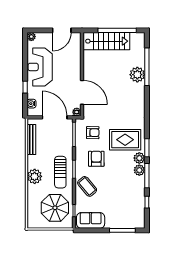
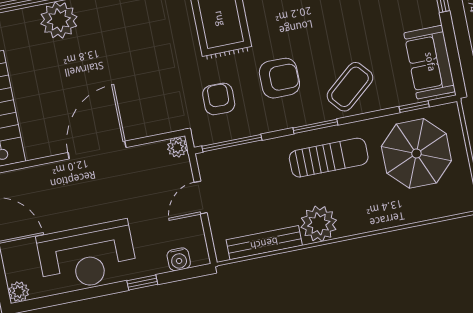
door: (82, 92) -> (97, 150), moved
door: (55, 117) -> (201, 198), width x0.53
armchair: (96, 159) -> (279, 78), turned 180
plant: (35, 176) -> (319, 224), moved

